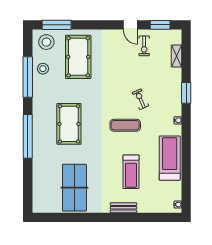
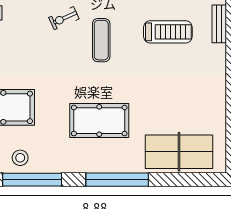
table tennis table: (74, 188) -> (179, 152), moved
bench: (123, 208) -> (219, 24), moved

